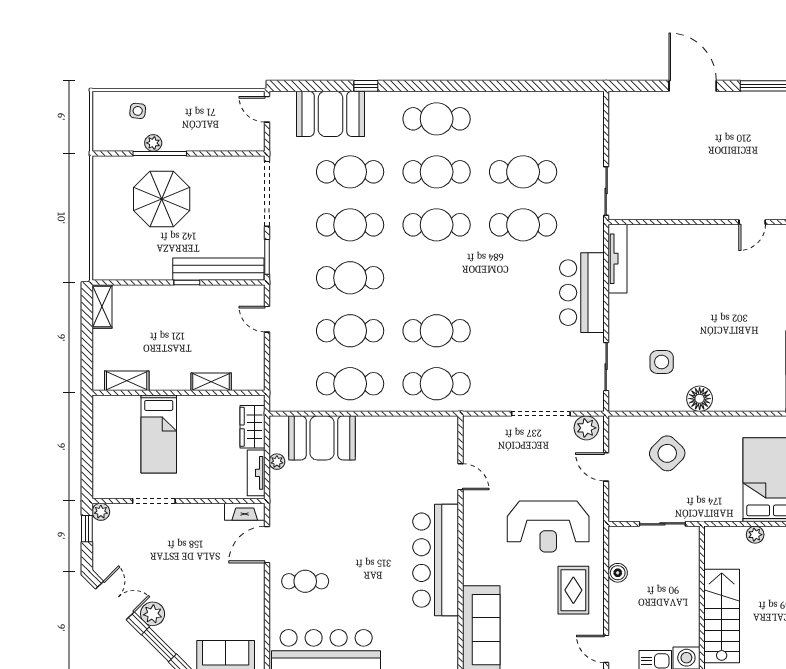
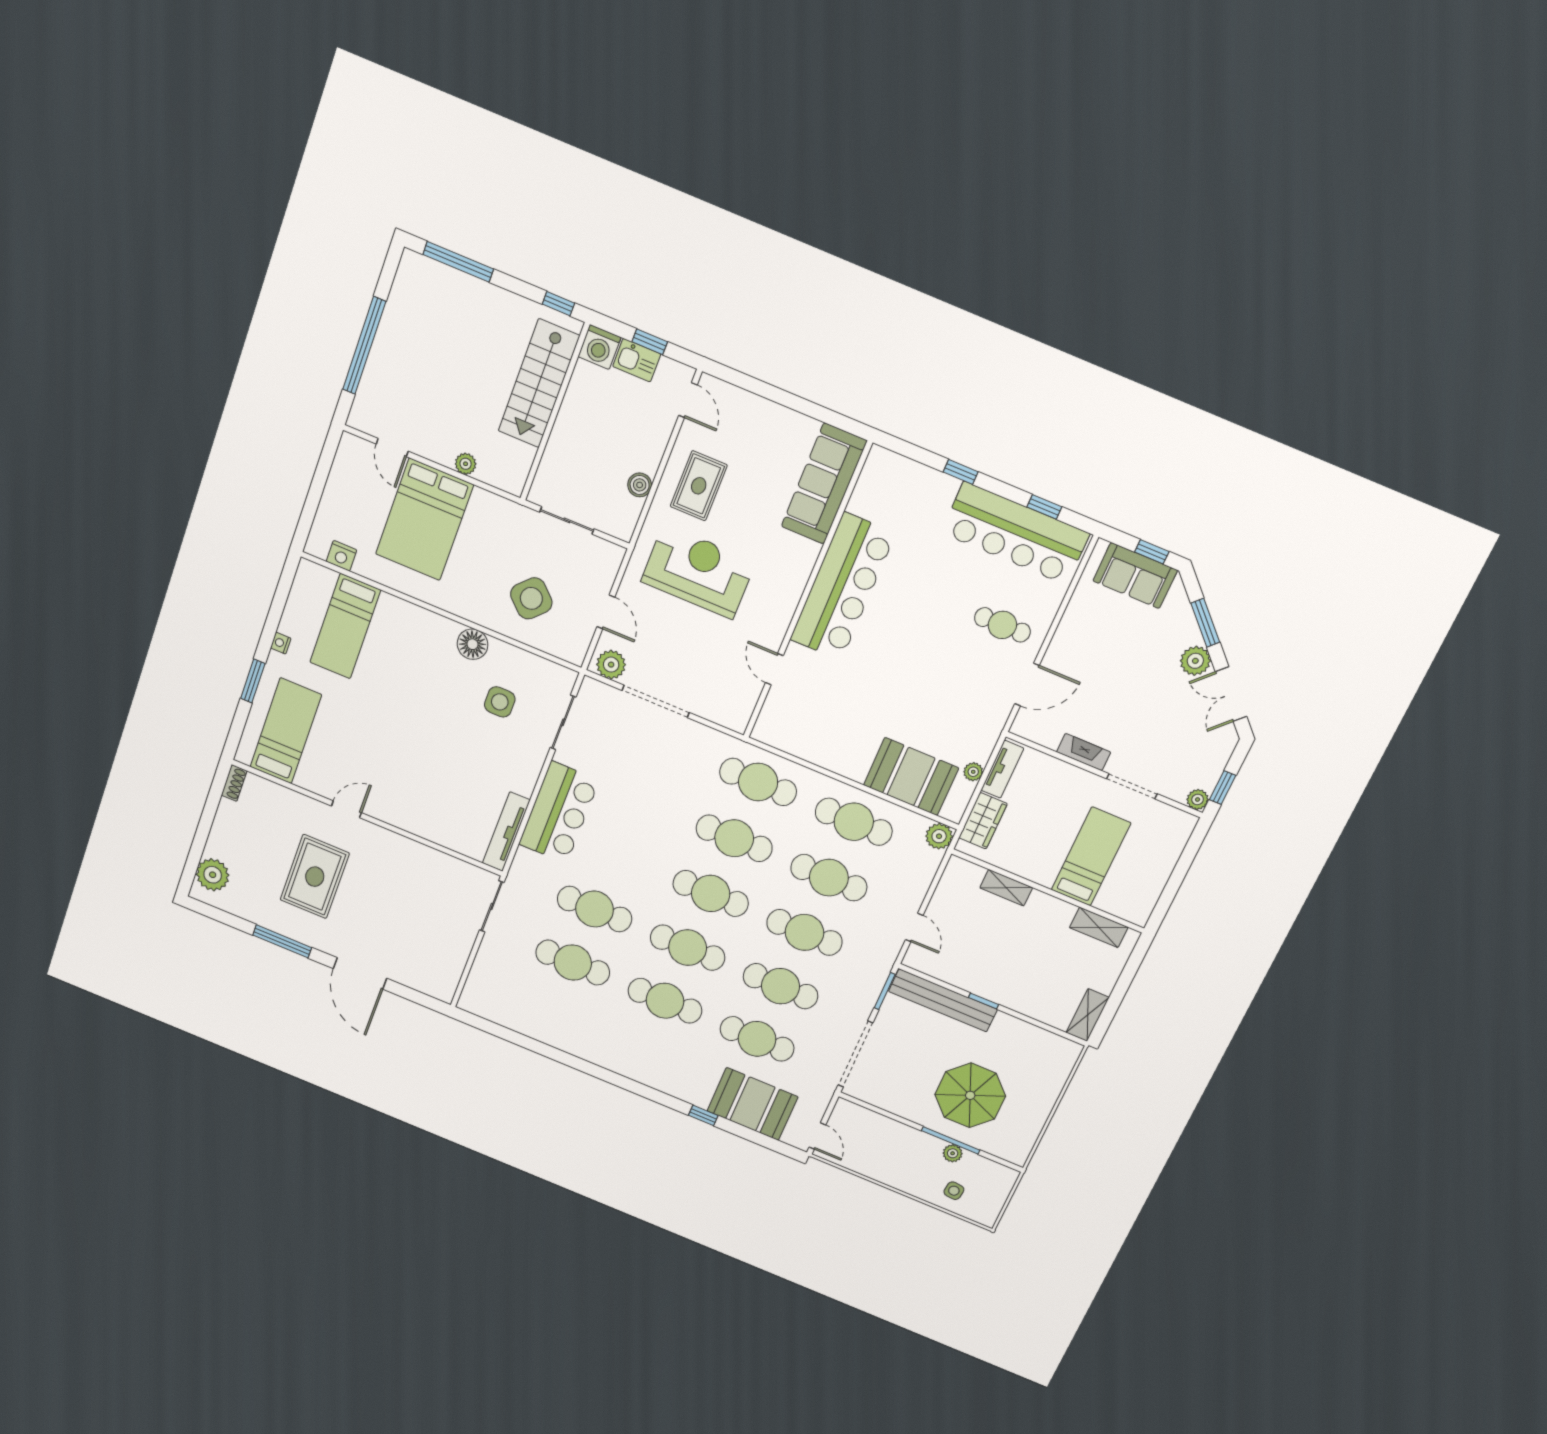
cafe table: (437, 119) -> (711, 893), moved
rug: (759, 154) -> (315, 877), added
plant: (280, 400) -> (939, 836), added
fireplace: (245, 512) -> (1084, 752), moved

